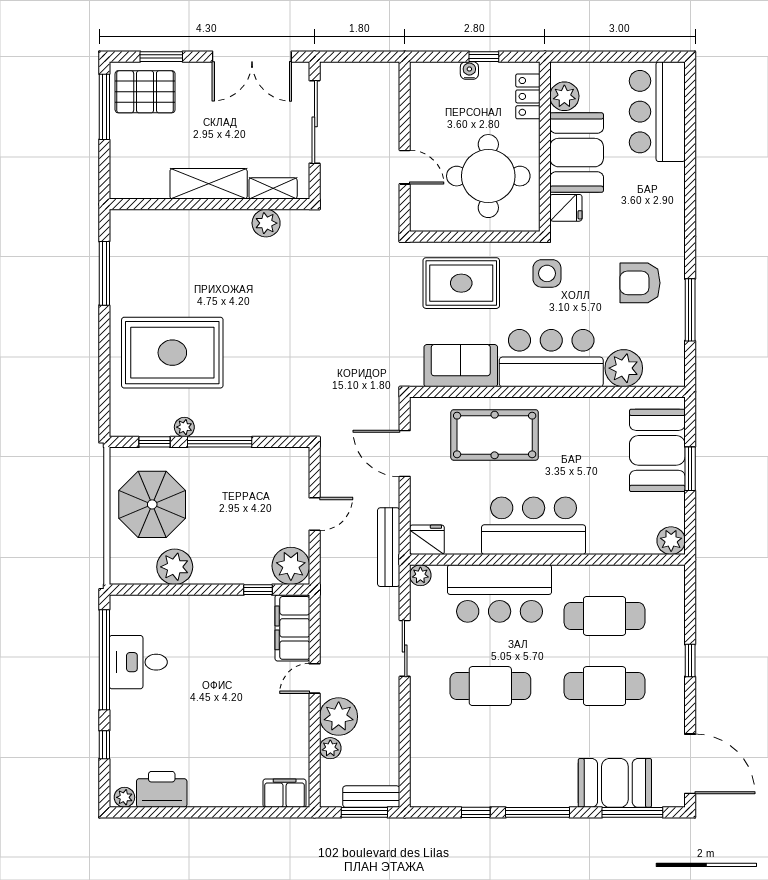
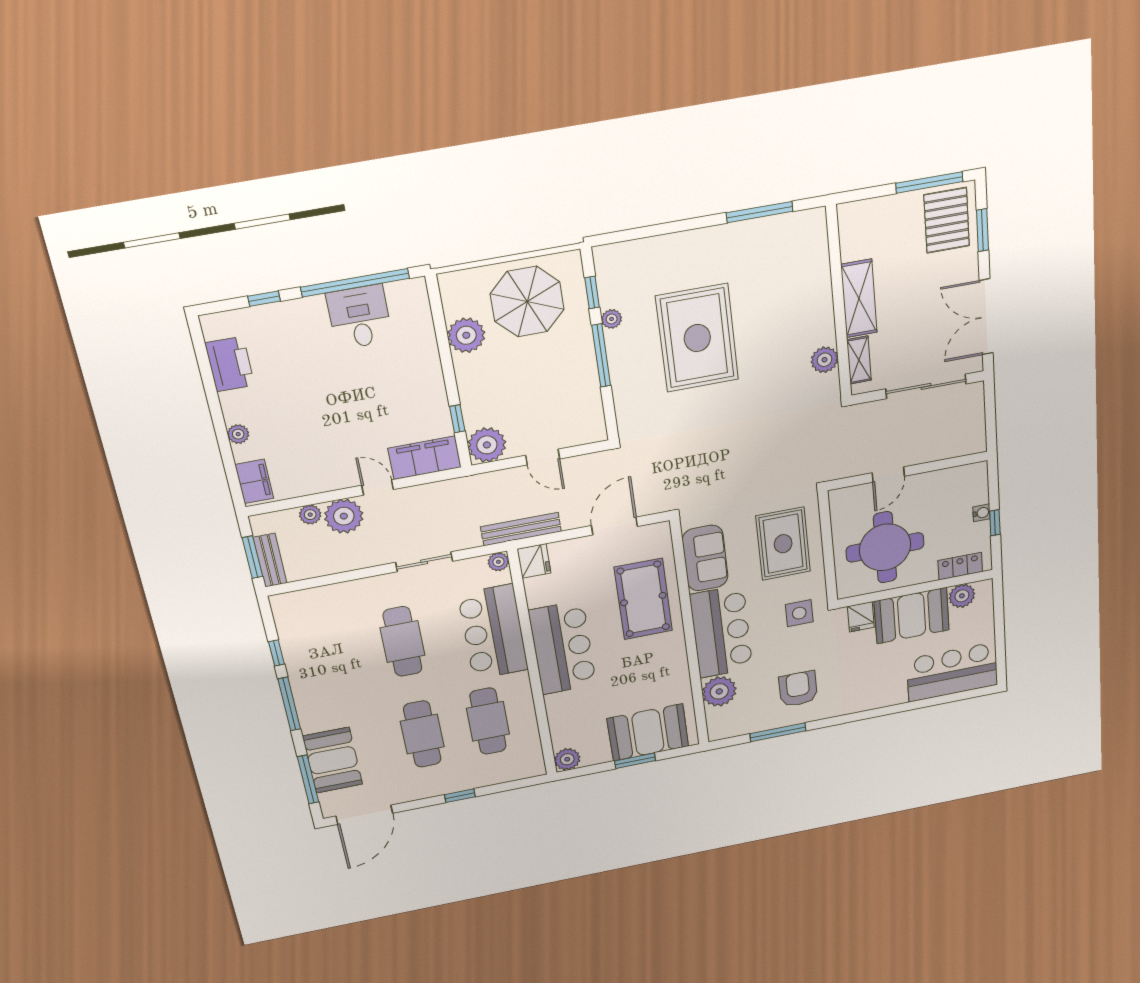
rug: (172, 353) -> (697, 338), moved
plant: (124, 797) -> (238, 434), moved

